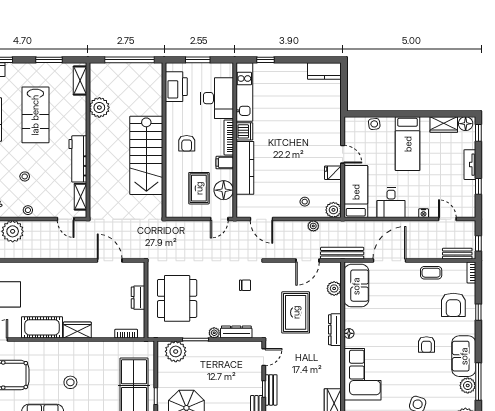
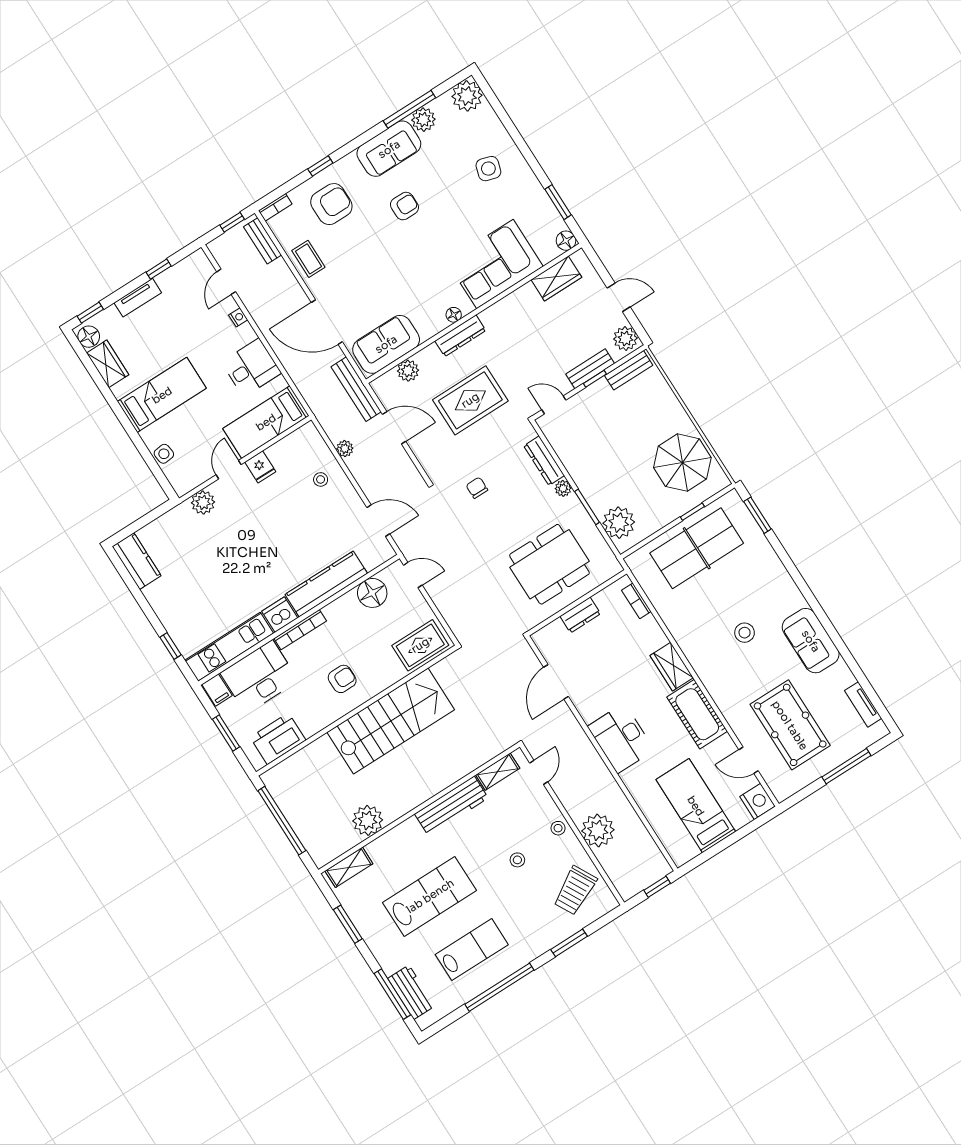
filing cabinet: (225, 163) -> (217, 690), moved
rug: (199, 188) -> (420, 645), moved
plant: (333, 210) -> (203, 502), moved
door: (262, 219) -> (378, 521), hinge flipped
desk: (55, 277) -> (621, 738), added

